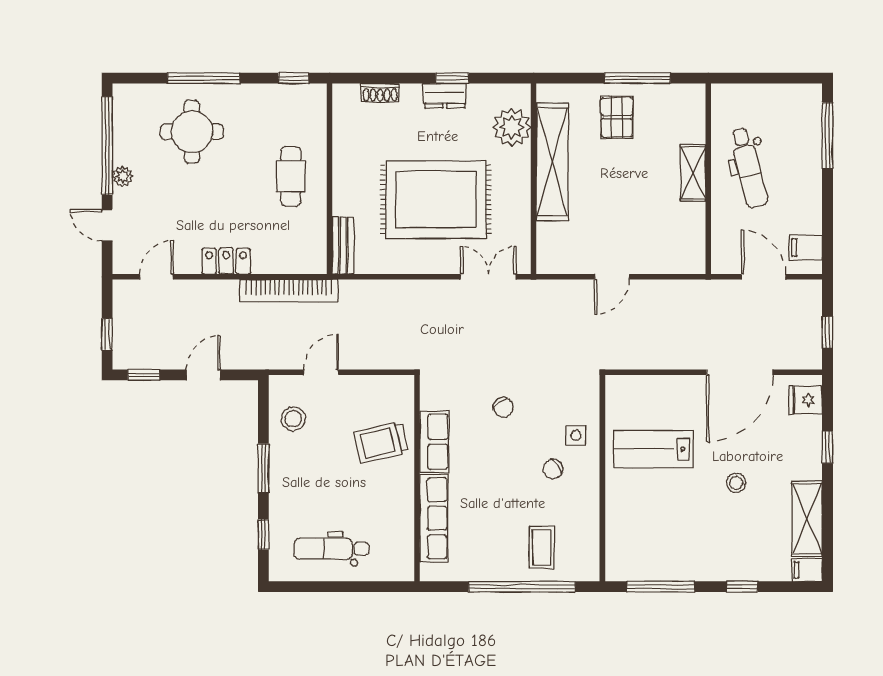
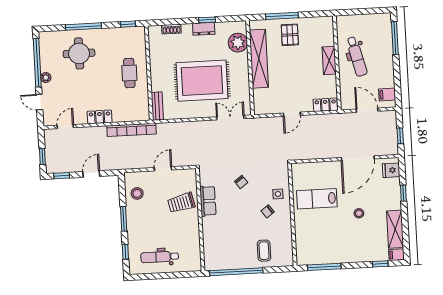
window: (637, 78) -> (282, 16), moved
locker: (681, 261) -> (325, 105), added
door: (321, 372) -> (163, 169), moved
row of seats: (434, 518) -> (210, 239), removed
window: (522, 587) -> (236, 272), moved
window: (742, 587) -> (380, 264), moved

